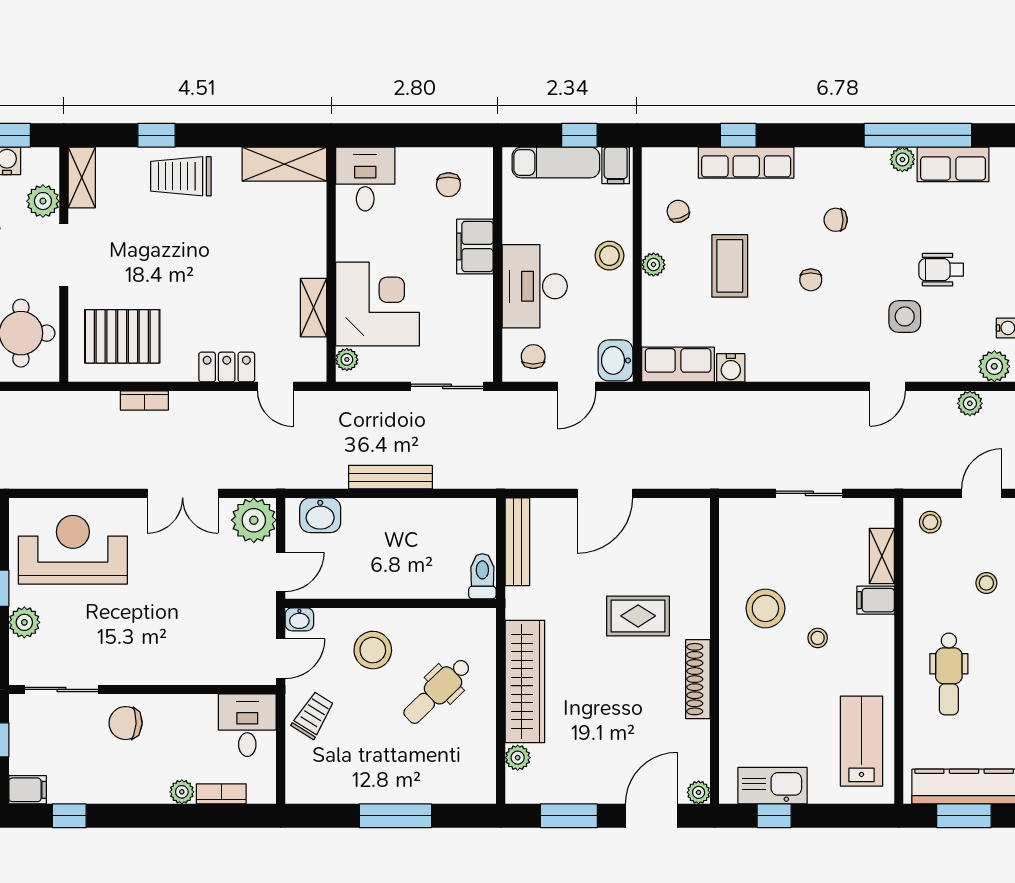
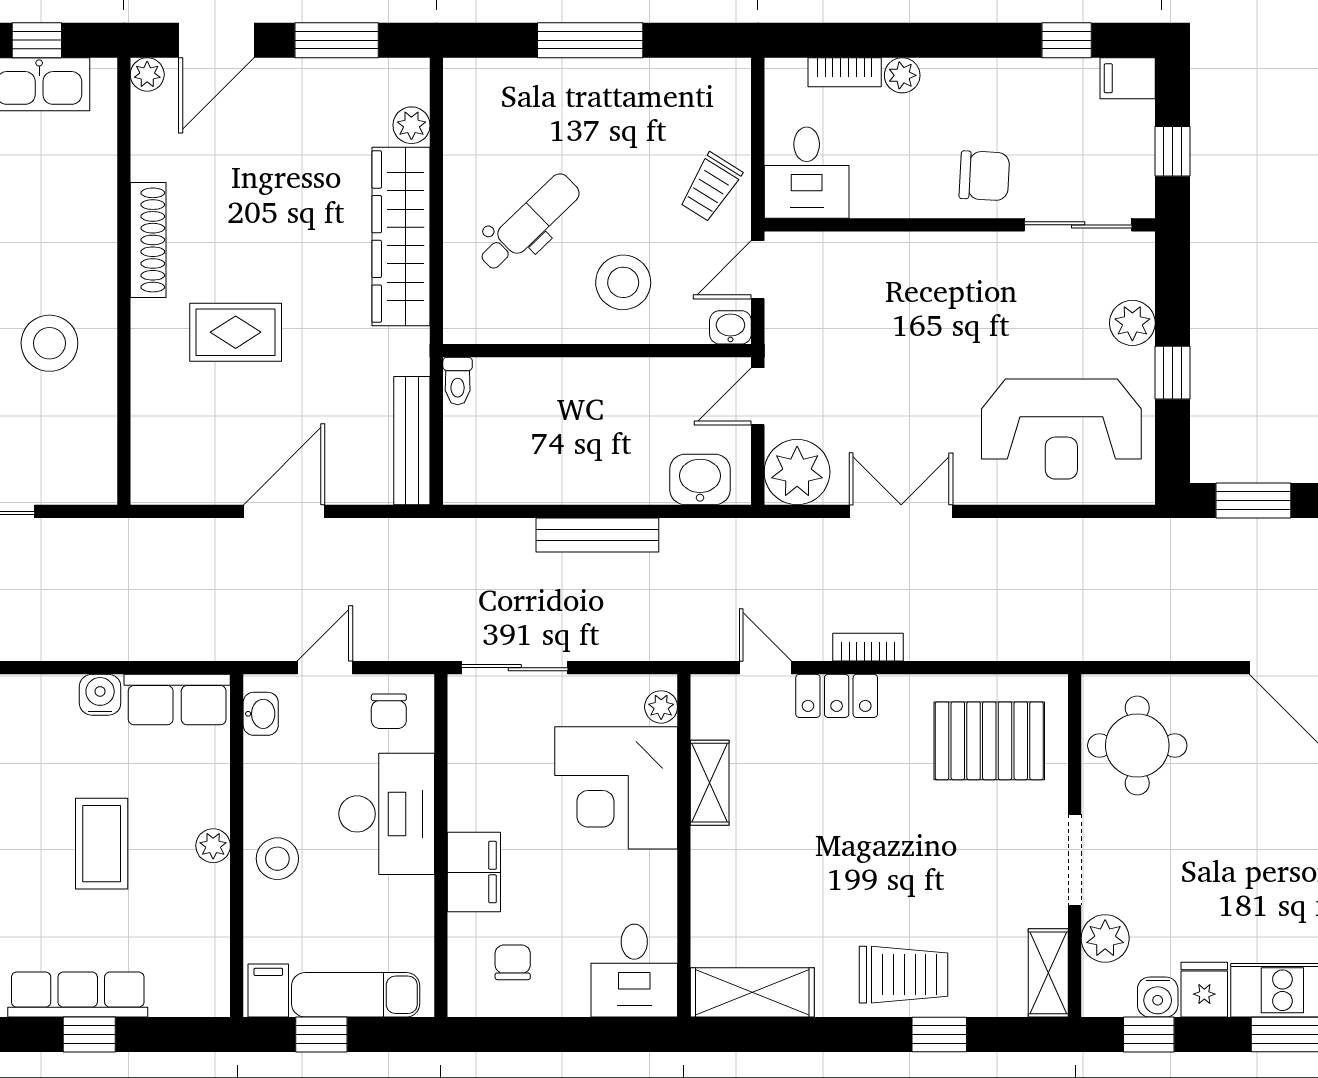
chair: (678, 211) -> (177, 924), removed
washbasin: (615, 360) -> (261, 714), width x0.72, depth x0.69
bookcase: (144, 400) -> (868, 647), moved
toilet: (482, 576) -> (458, 381), width x0.73, depth x0.72

